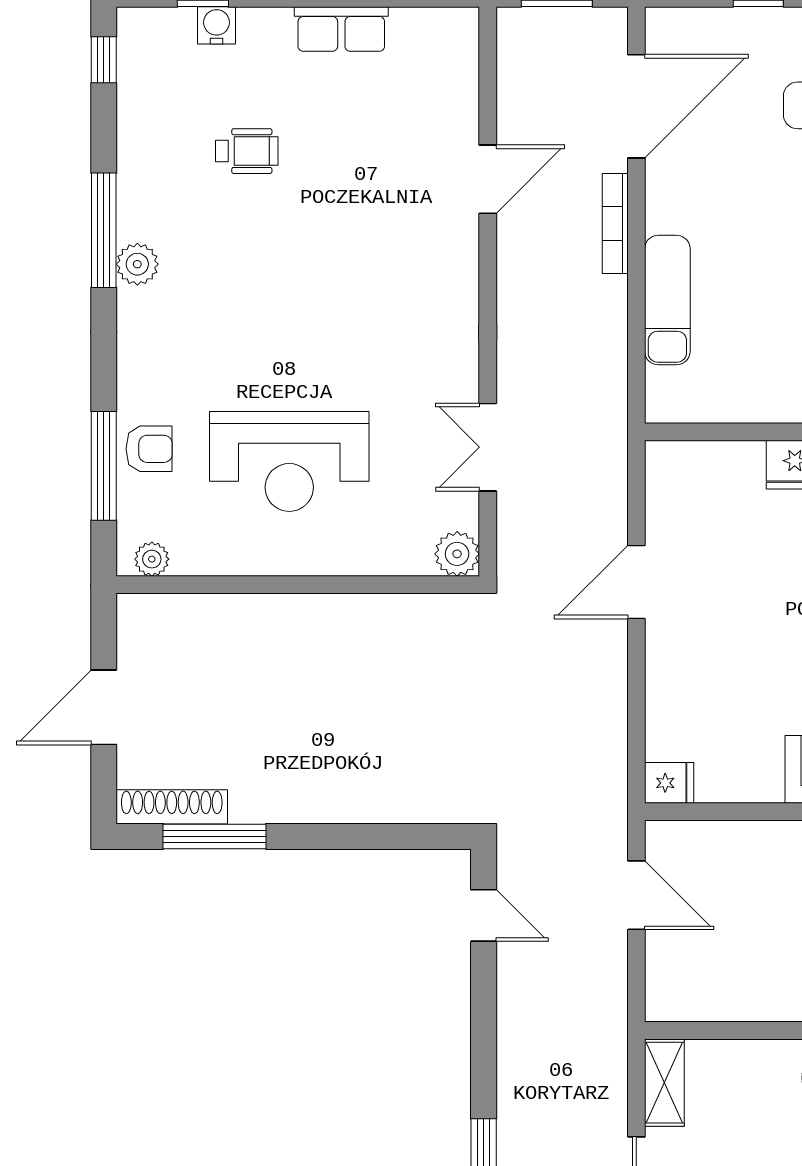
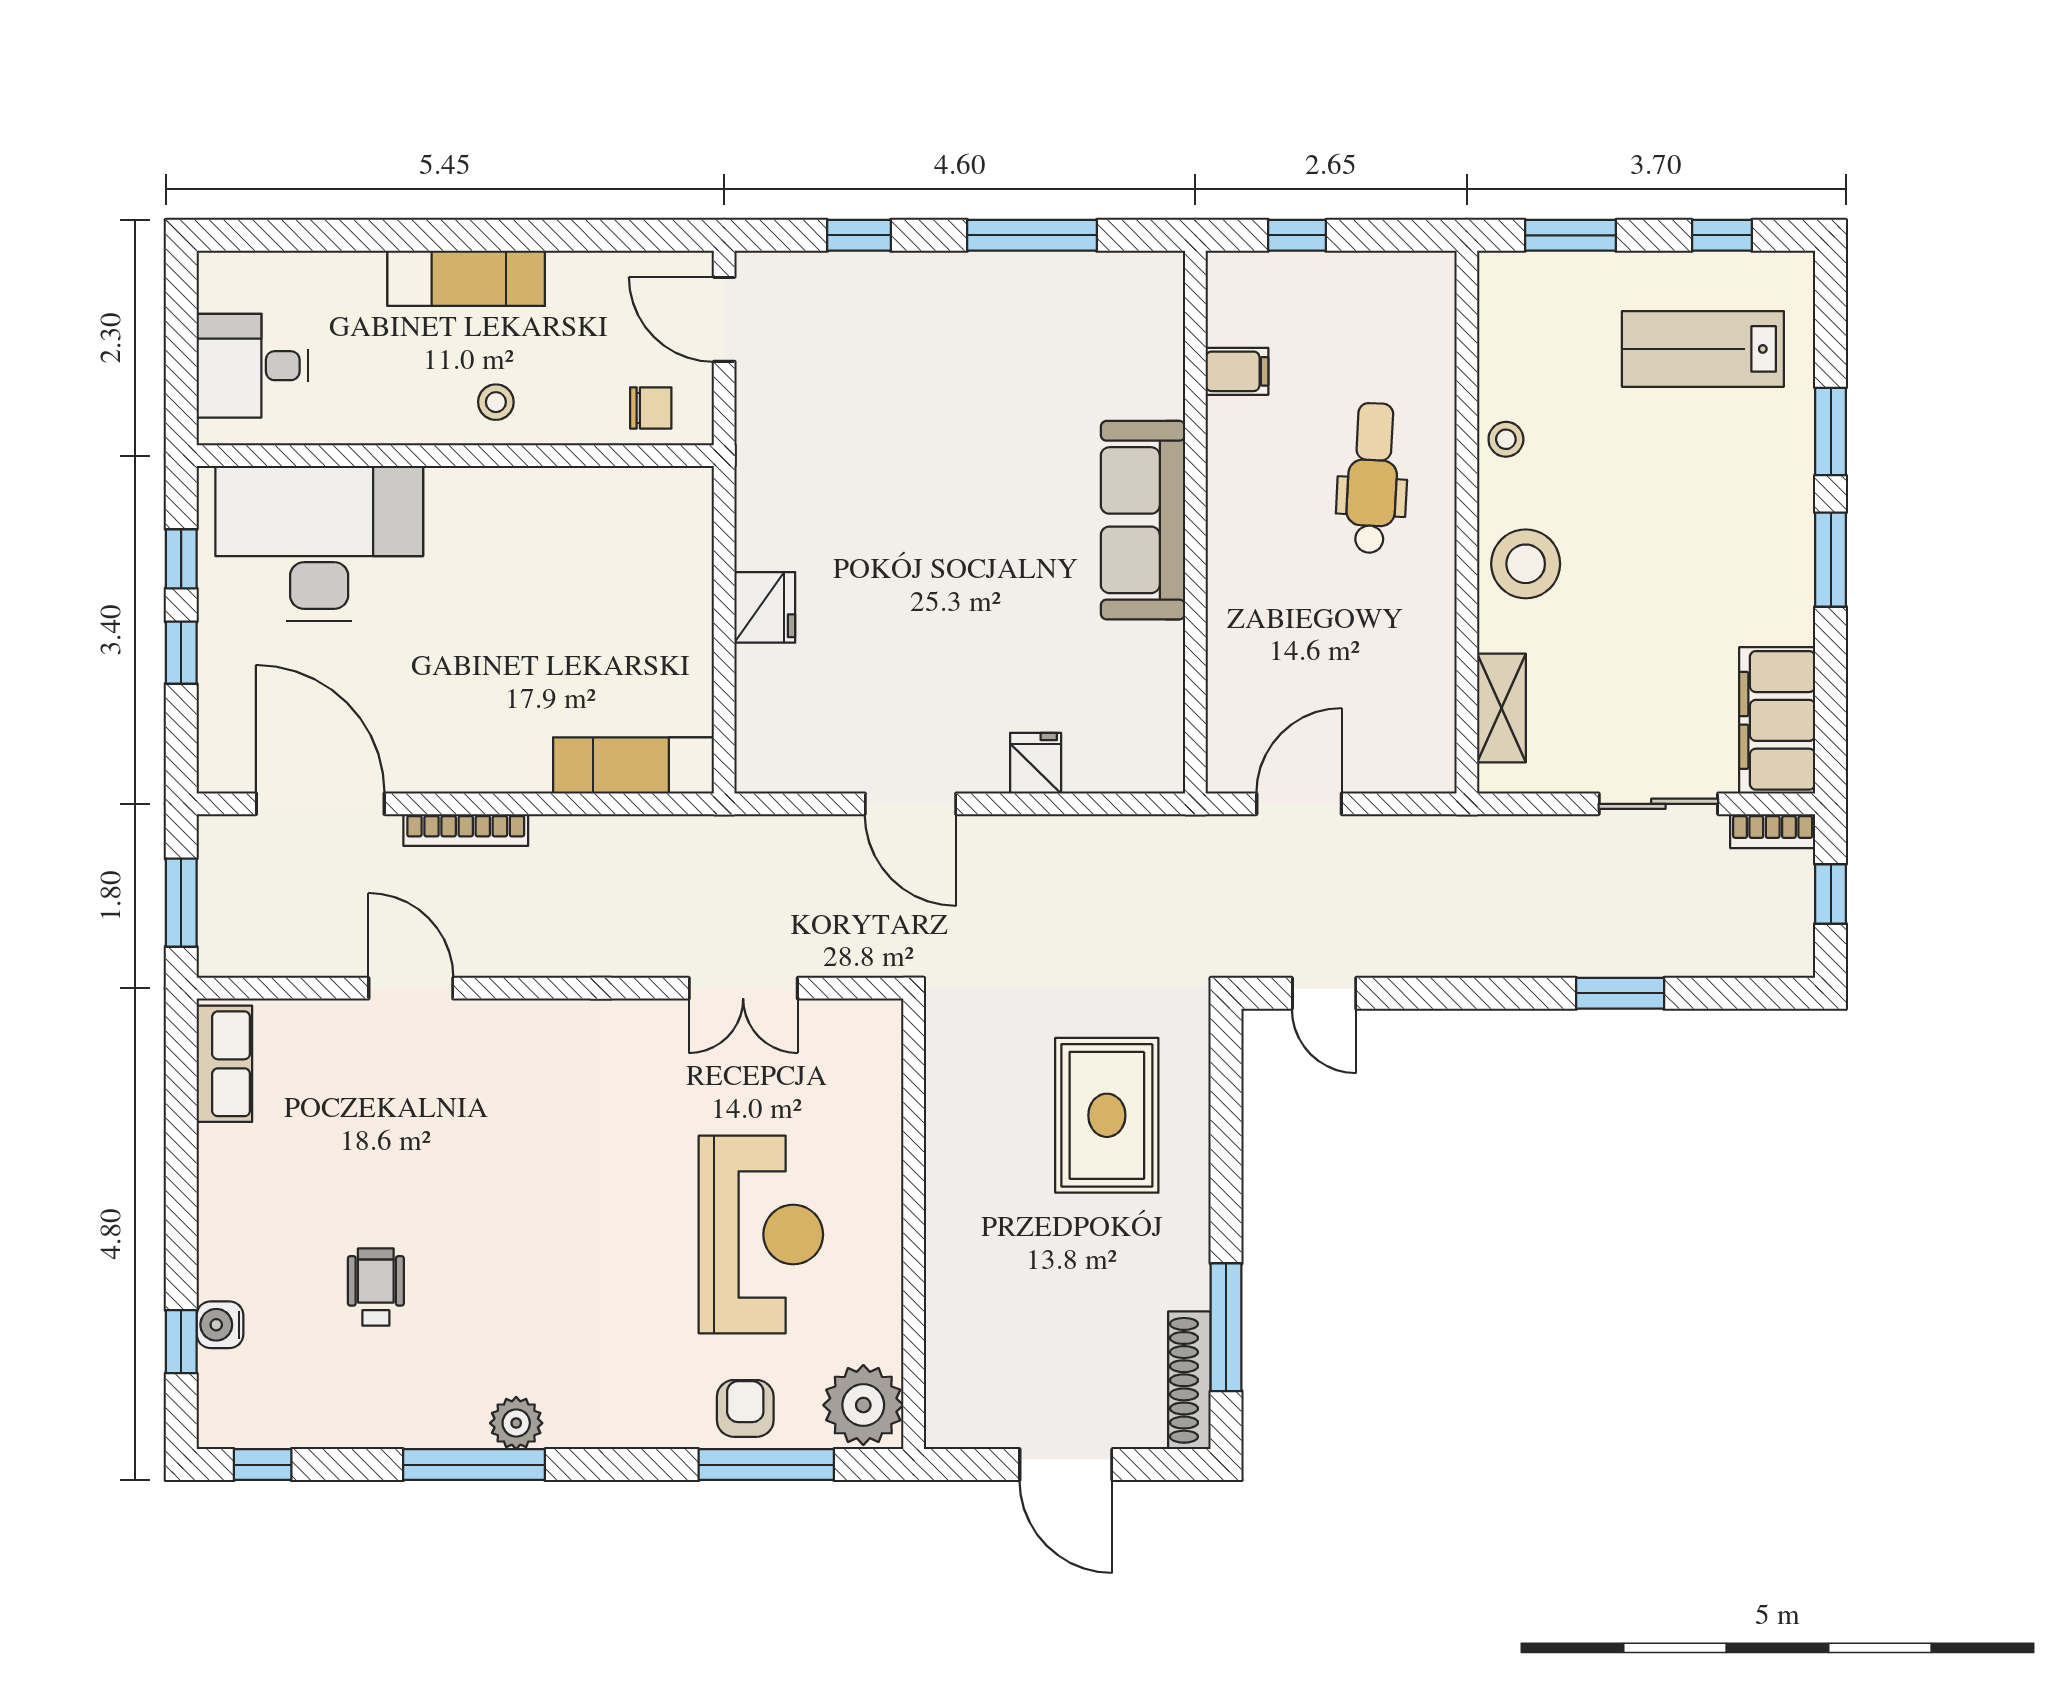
row of seats: (341, 29) -> (224, 1064), moved
exam couch: (667, 300) -> (633, 765), moved
plant: (457, 554) -> (876, 1026), removed
plant: (152, 559) -> (863, 1405), width x1.88, depth x1.88
rug: (385, 740) -> (1107, 1115), added
fridge: (669, 783) -> (1036, 763), moved
door: (484, 915) -> (1324, 993), swing flipped
shelving: (664, 1083) -> (1502, 708), moved, turned 90

